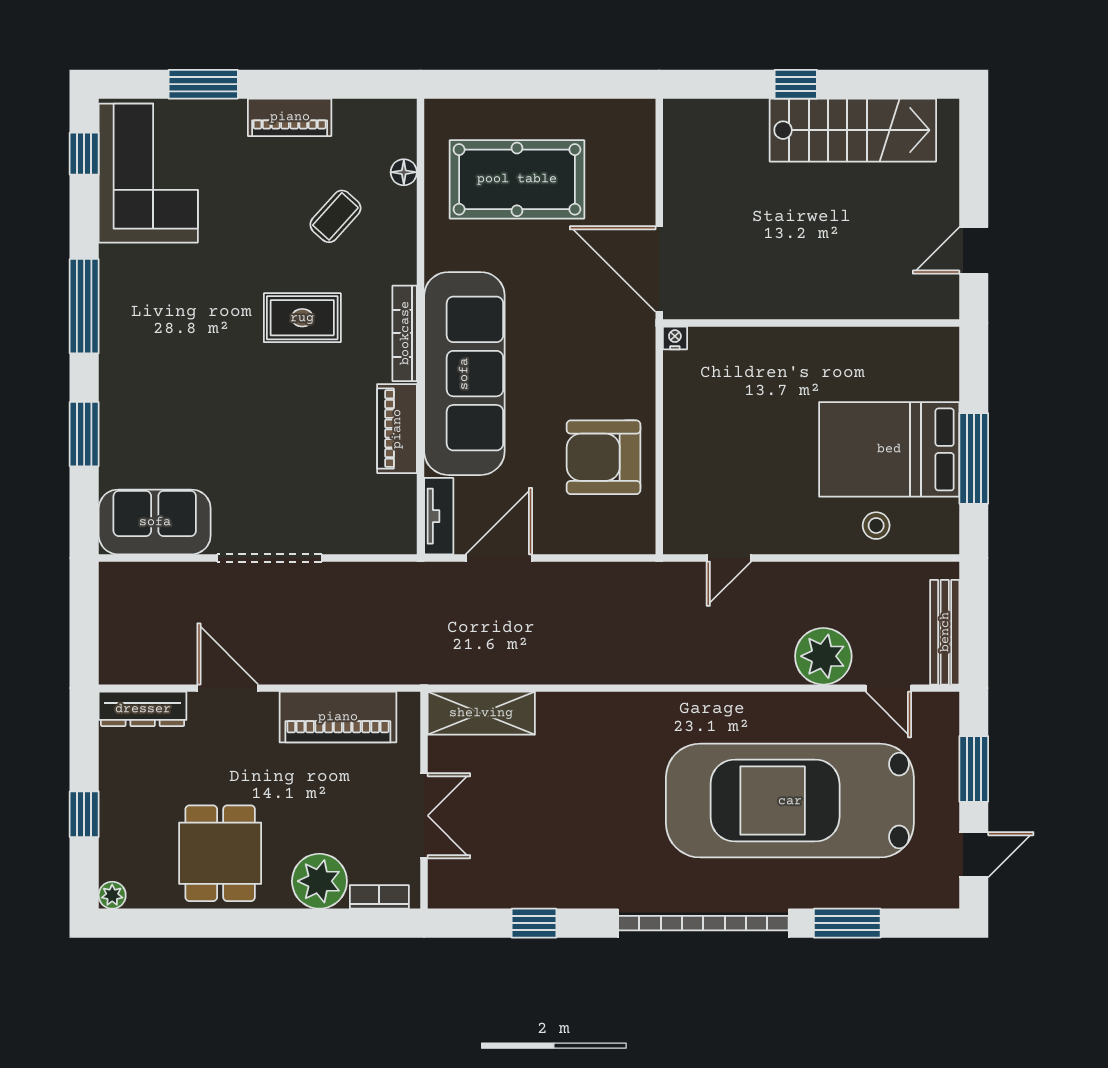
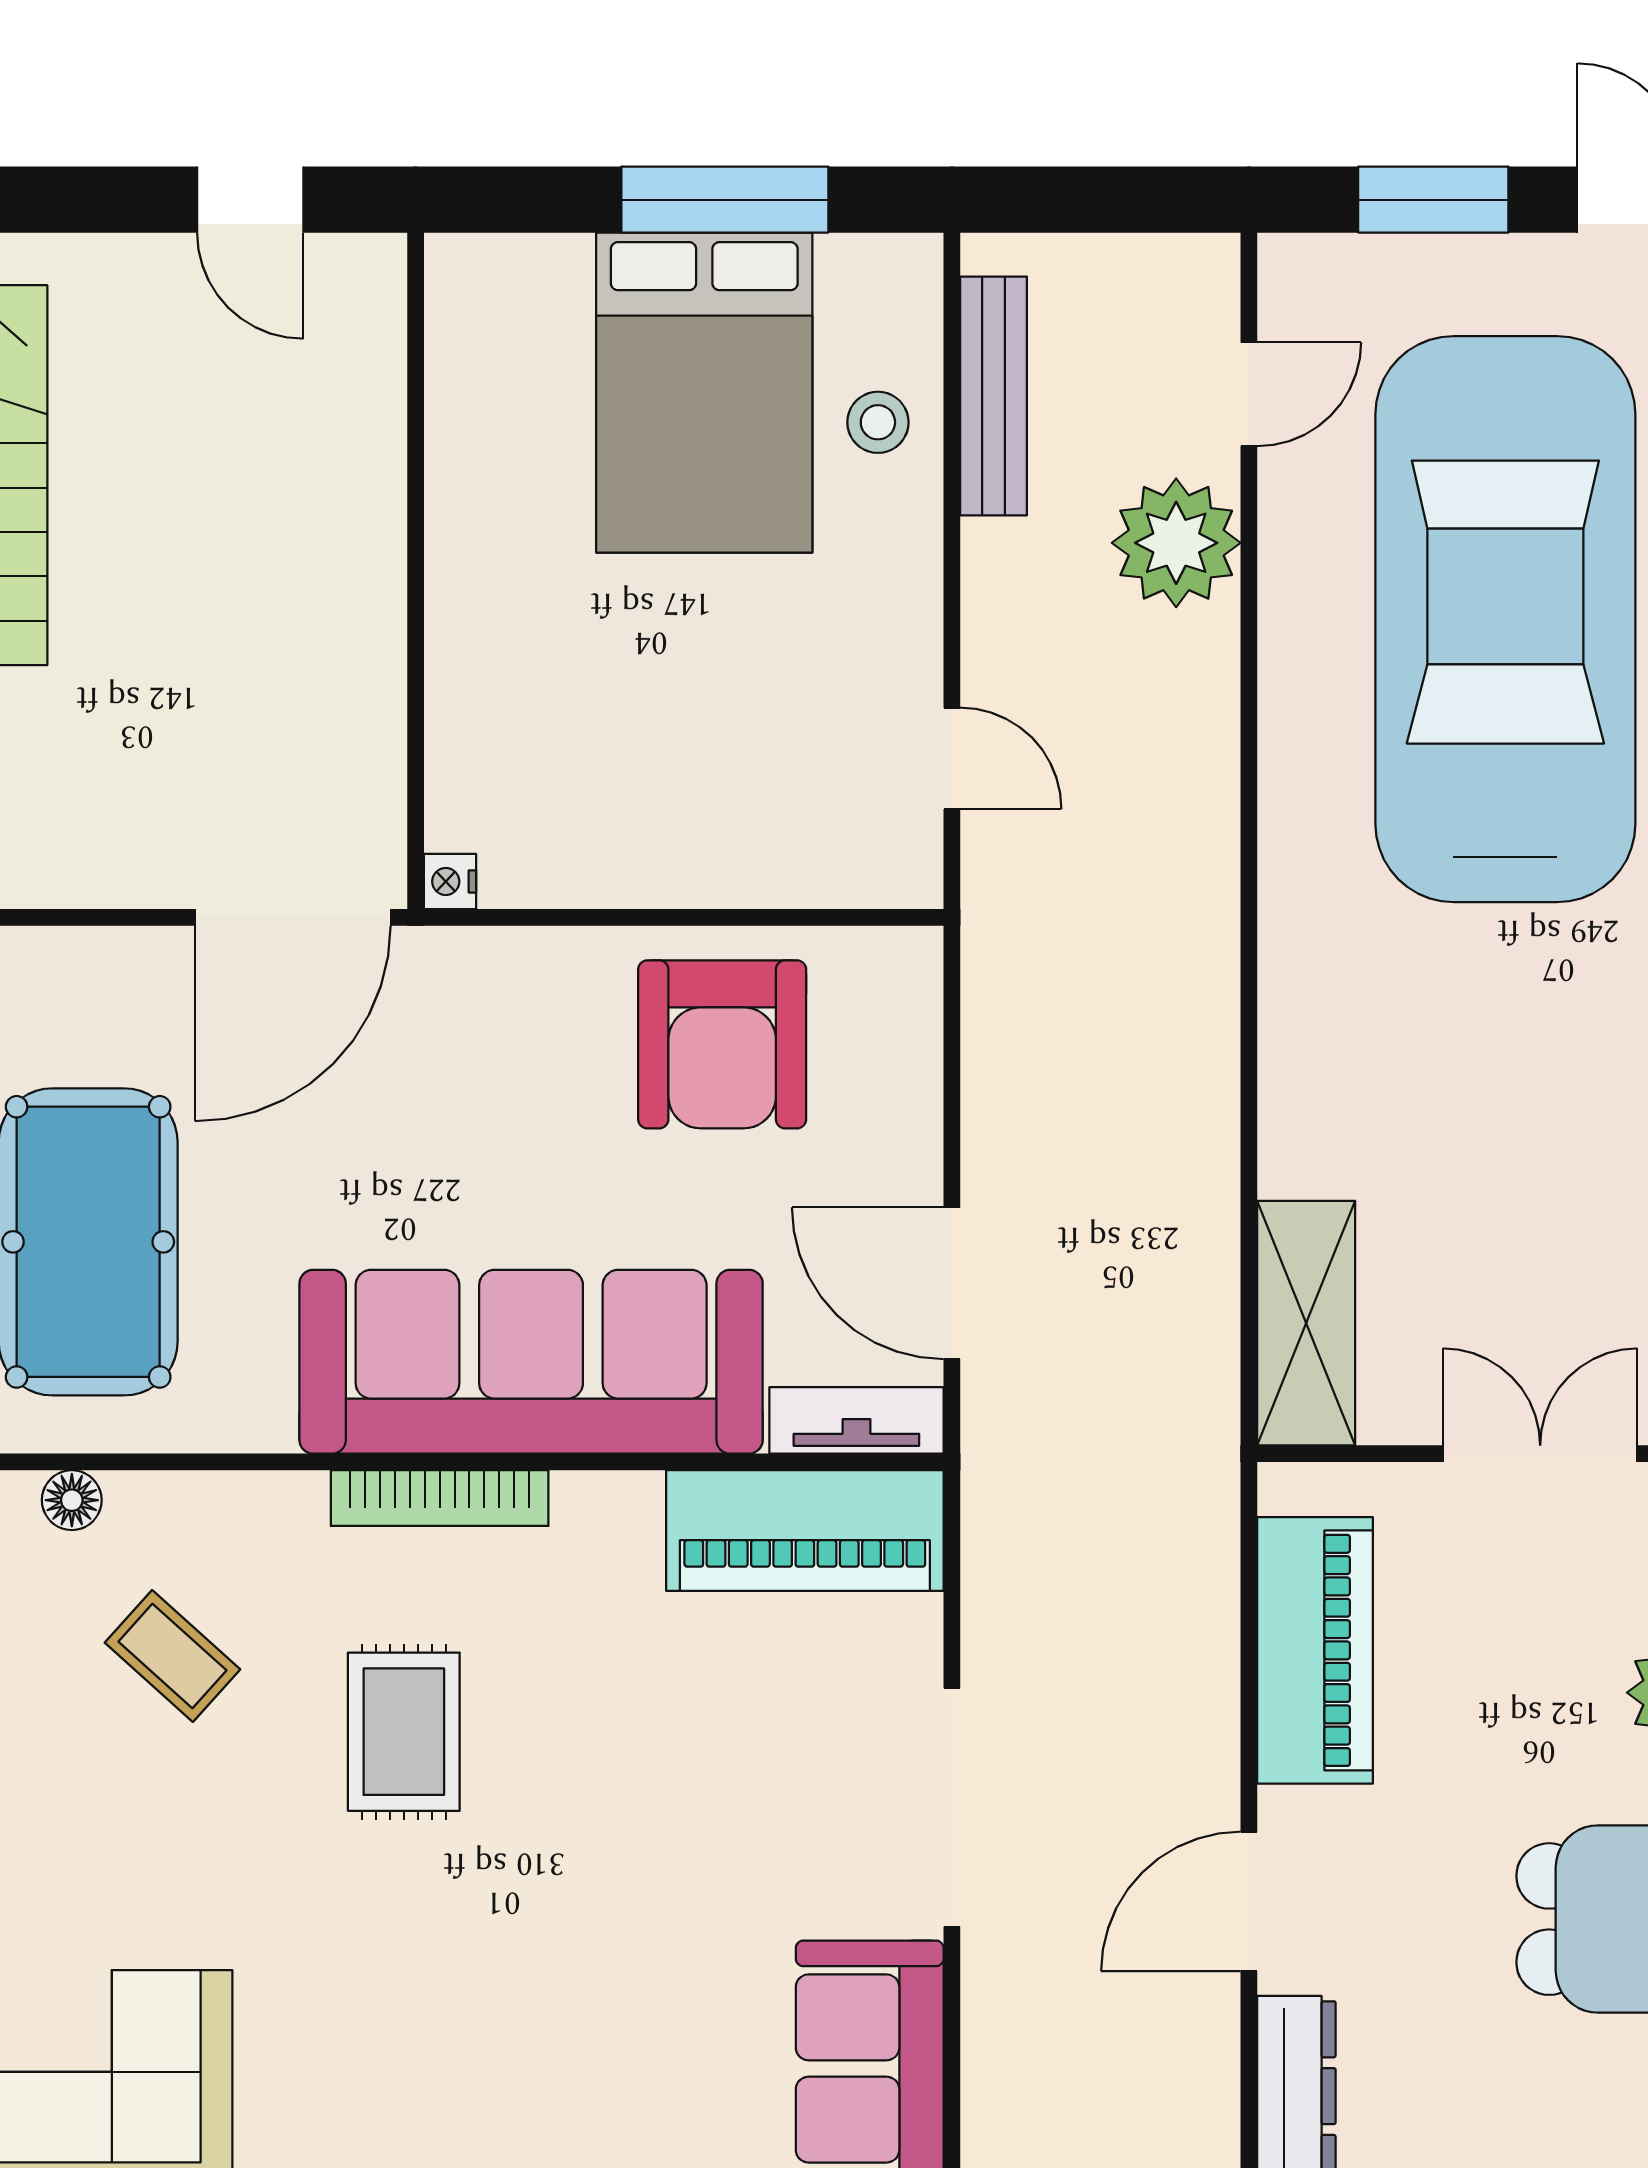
piano: (397, 429) -> (805, 1531), moved, width x1.37, depth x1.33
bench: (945, 632) -> (994, 396), moved, turned 90
car: (790, 801) -> (1505, 619), turned 180

